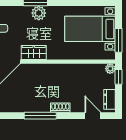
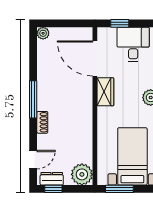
plant: (110, 69) -> (82, 174), width x1.88, depth x1.88
window: (119, 77) -> (53, 189), moved

